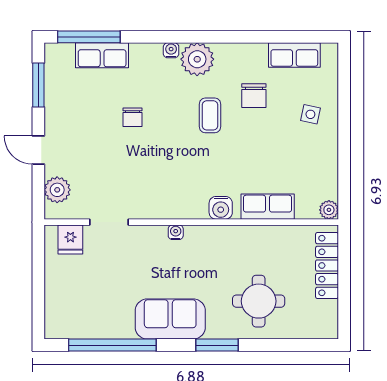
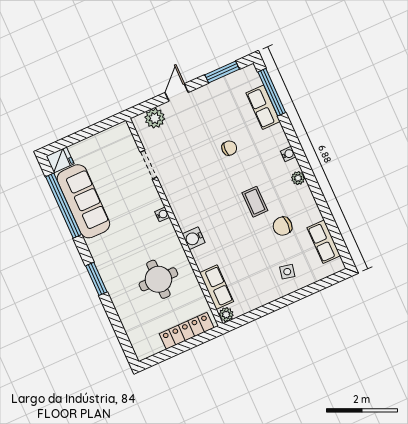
plant: (197, 59) -> (298, 178), width x0.53, depth x0.53
coffee table: (210, 115) -> (255, 202), turned 90
chair: (133, 117) -> (229, 148), turned 180
row of seats: (268, 207) -> (217, 287), moved
fridge: (70, 239) -> (60, 160), moved, turned 180
round table: (259, 301) -> (158, 279), moved
sofa: (170, 319) -> (83, 201), moved, width x1.36

